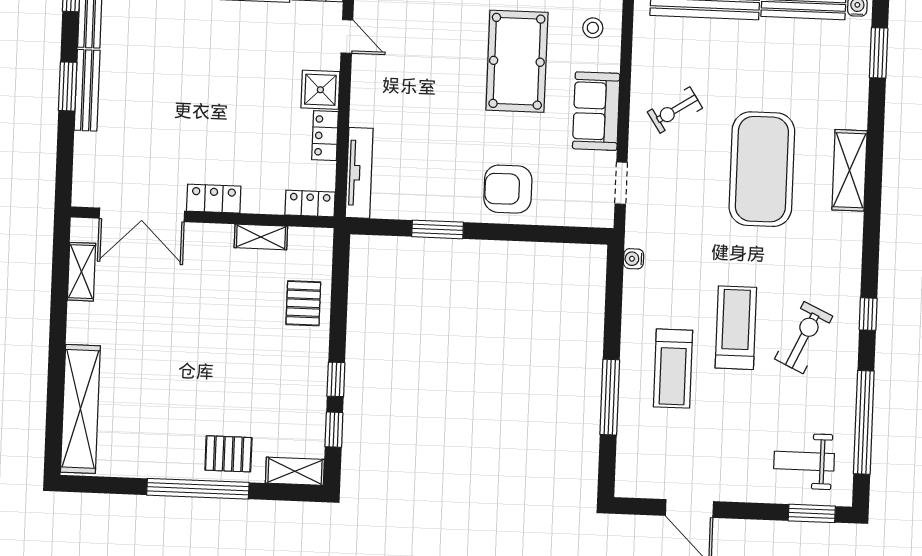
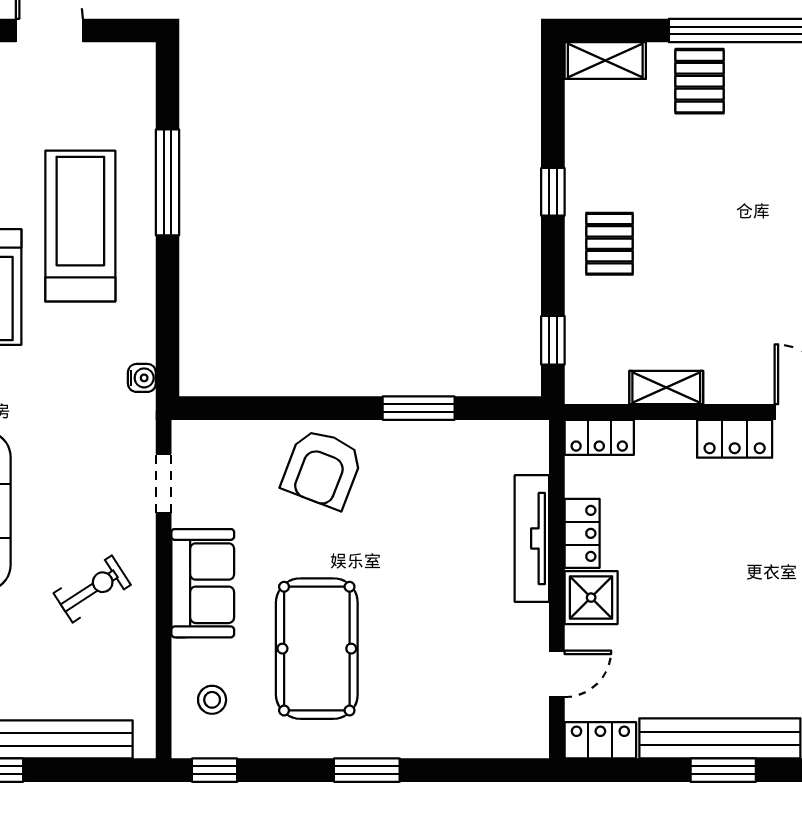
door: (347, 36) -> (557, 674), swing flipped
tv unit: (359, 173) -> (532, 538), moved
armchair: (508, 189) -> (322, 469), turned 111
pallet: (303, 303) -> (610, 244), moved
treadmill: (673, 369) -> (80, 226), width x1.37, depth x1.38
window: (334, 430) -> (553, 340), moved
pallet: (228, 454) -> (700, 81), turned 90

